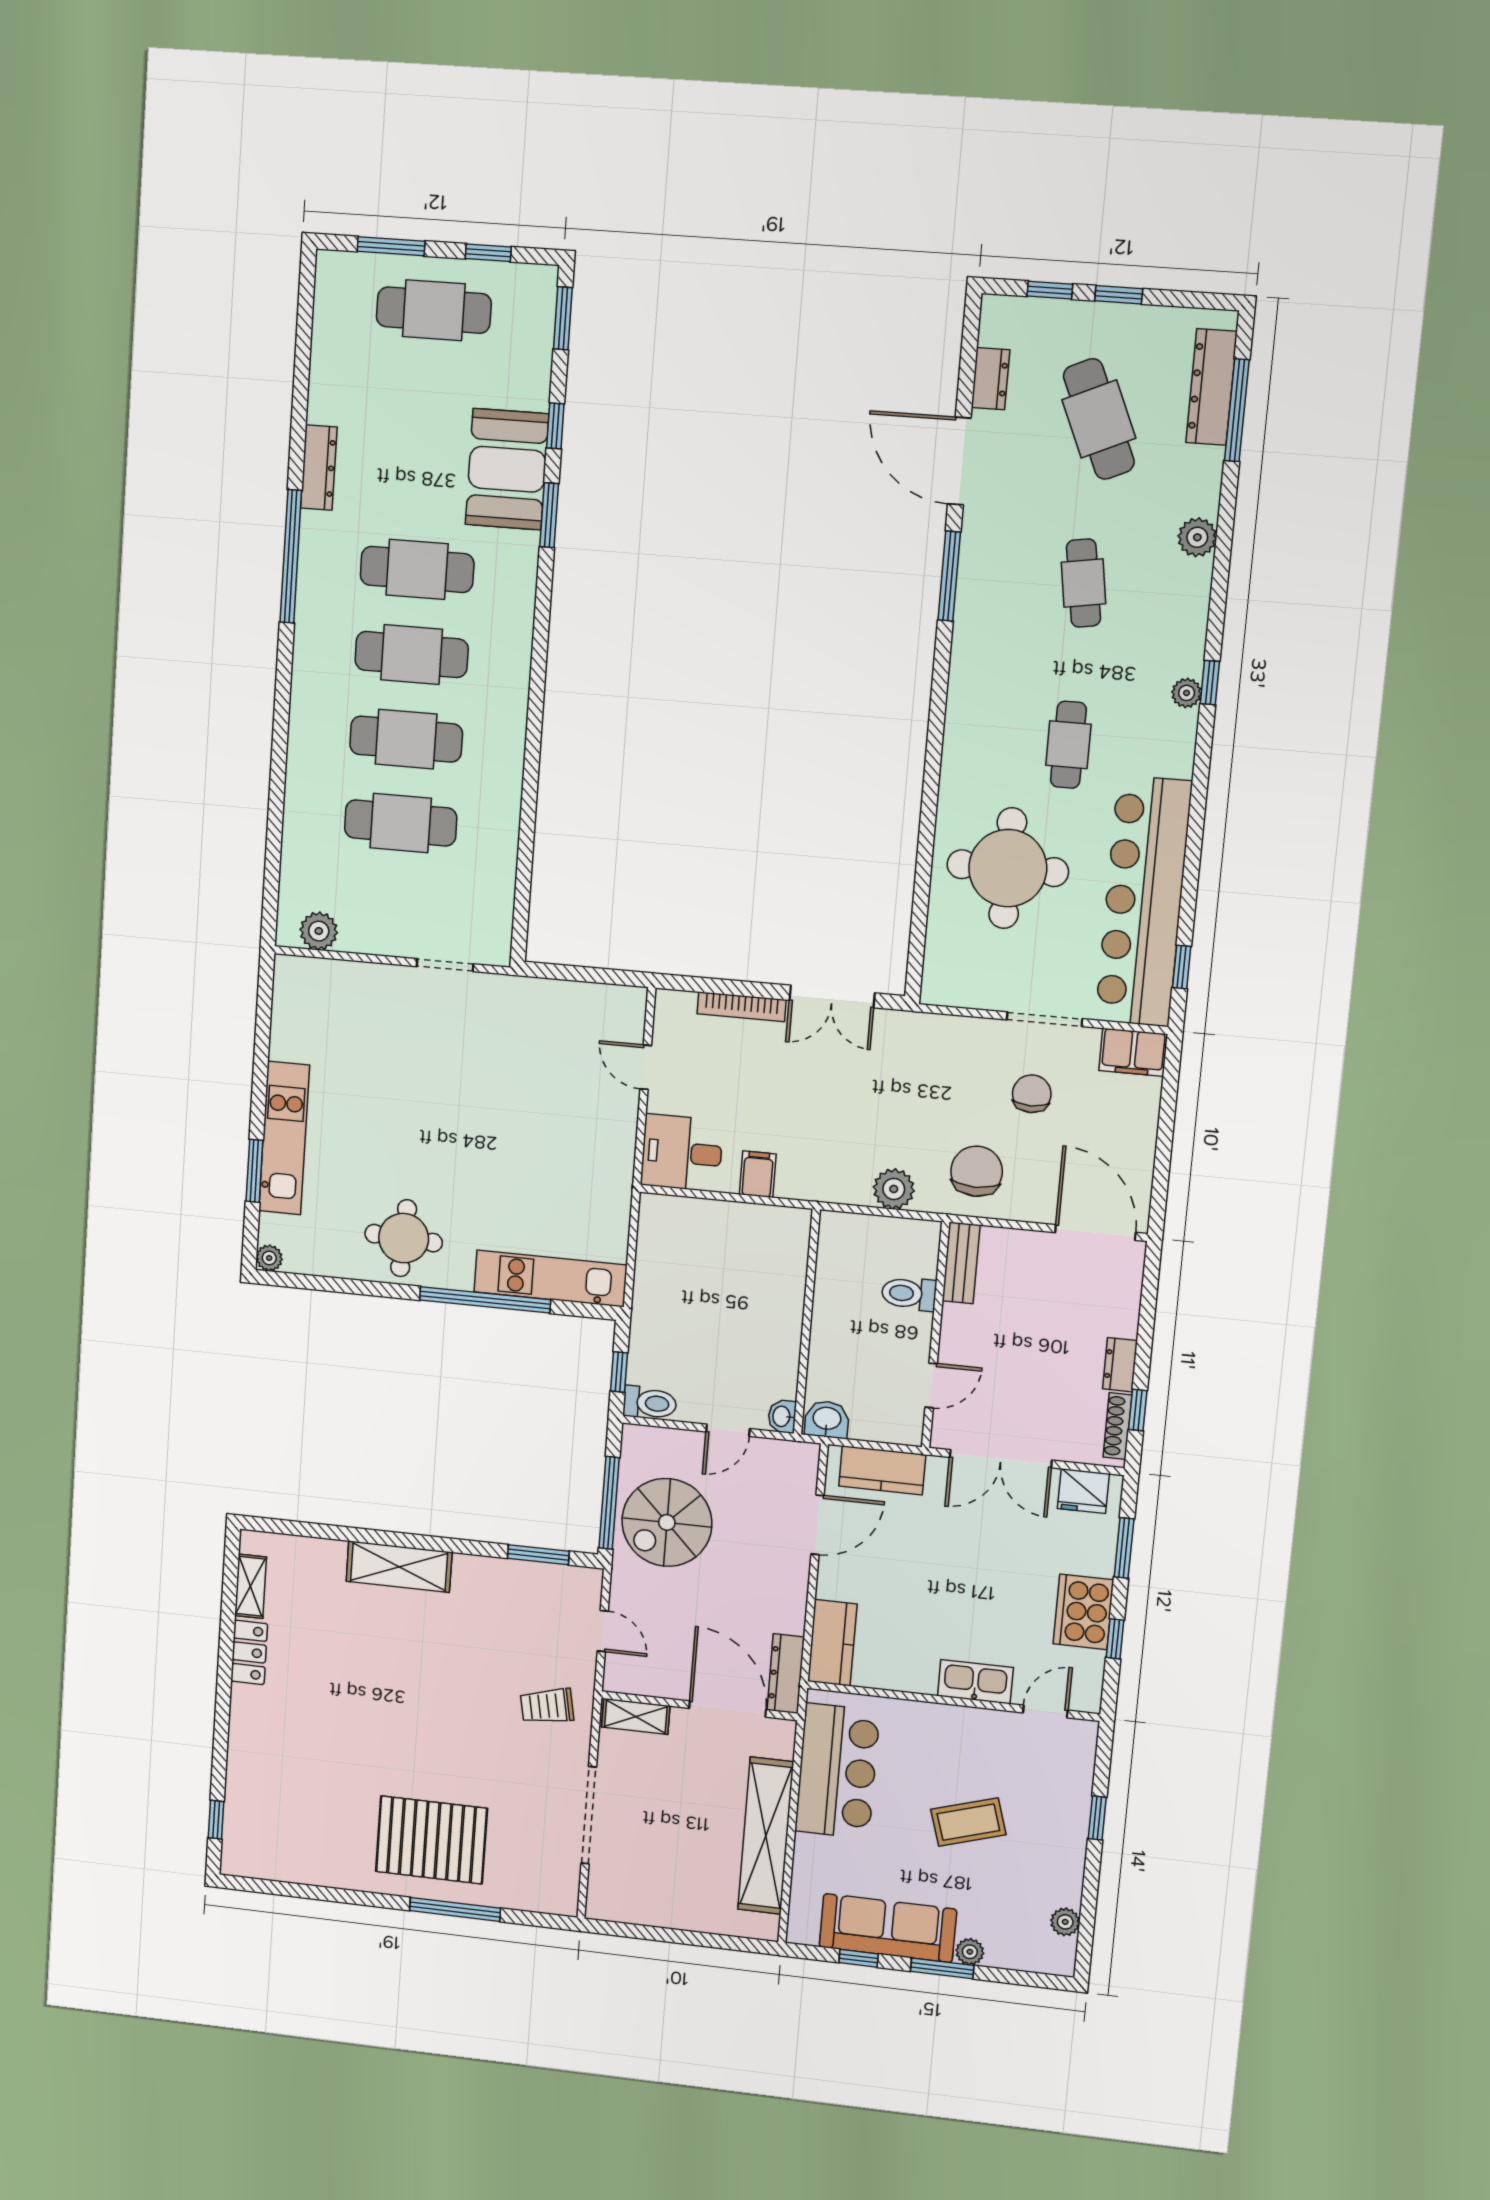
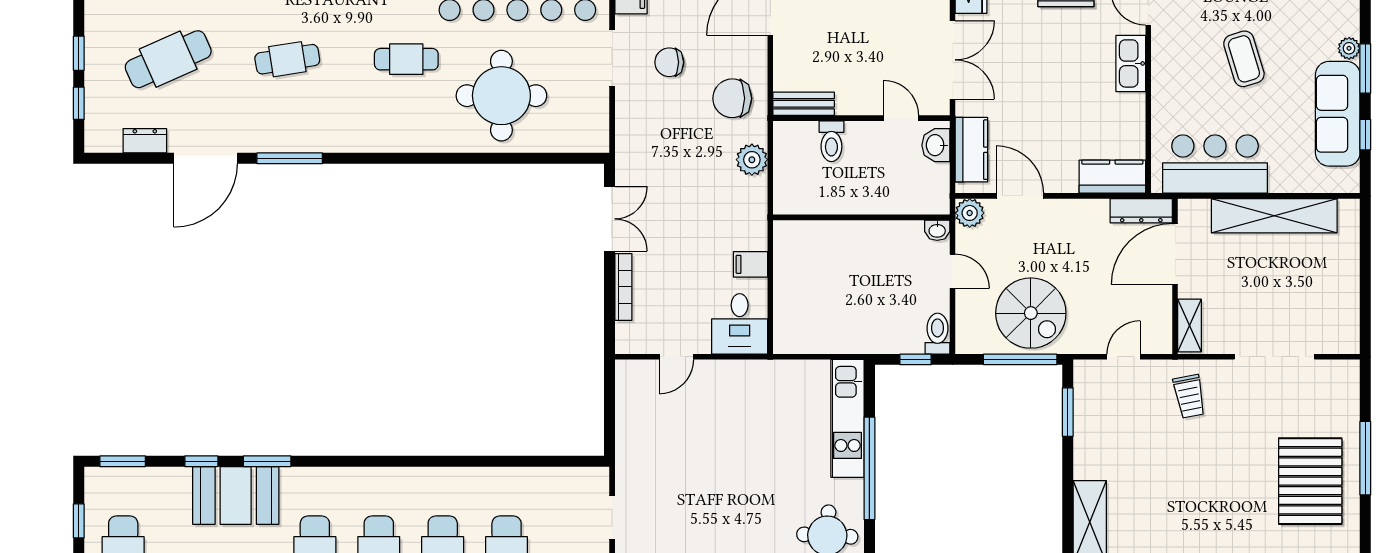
washbasin: (827, 1419) -> (936, 145), moved
plant: (801, 1460) -> (970, 213), added

